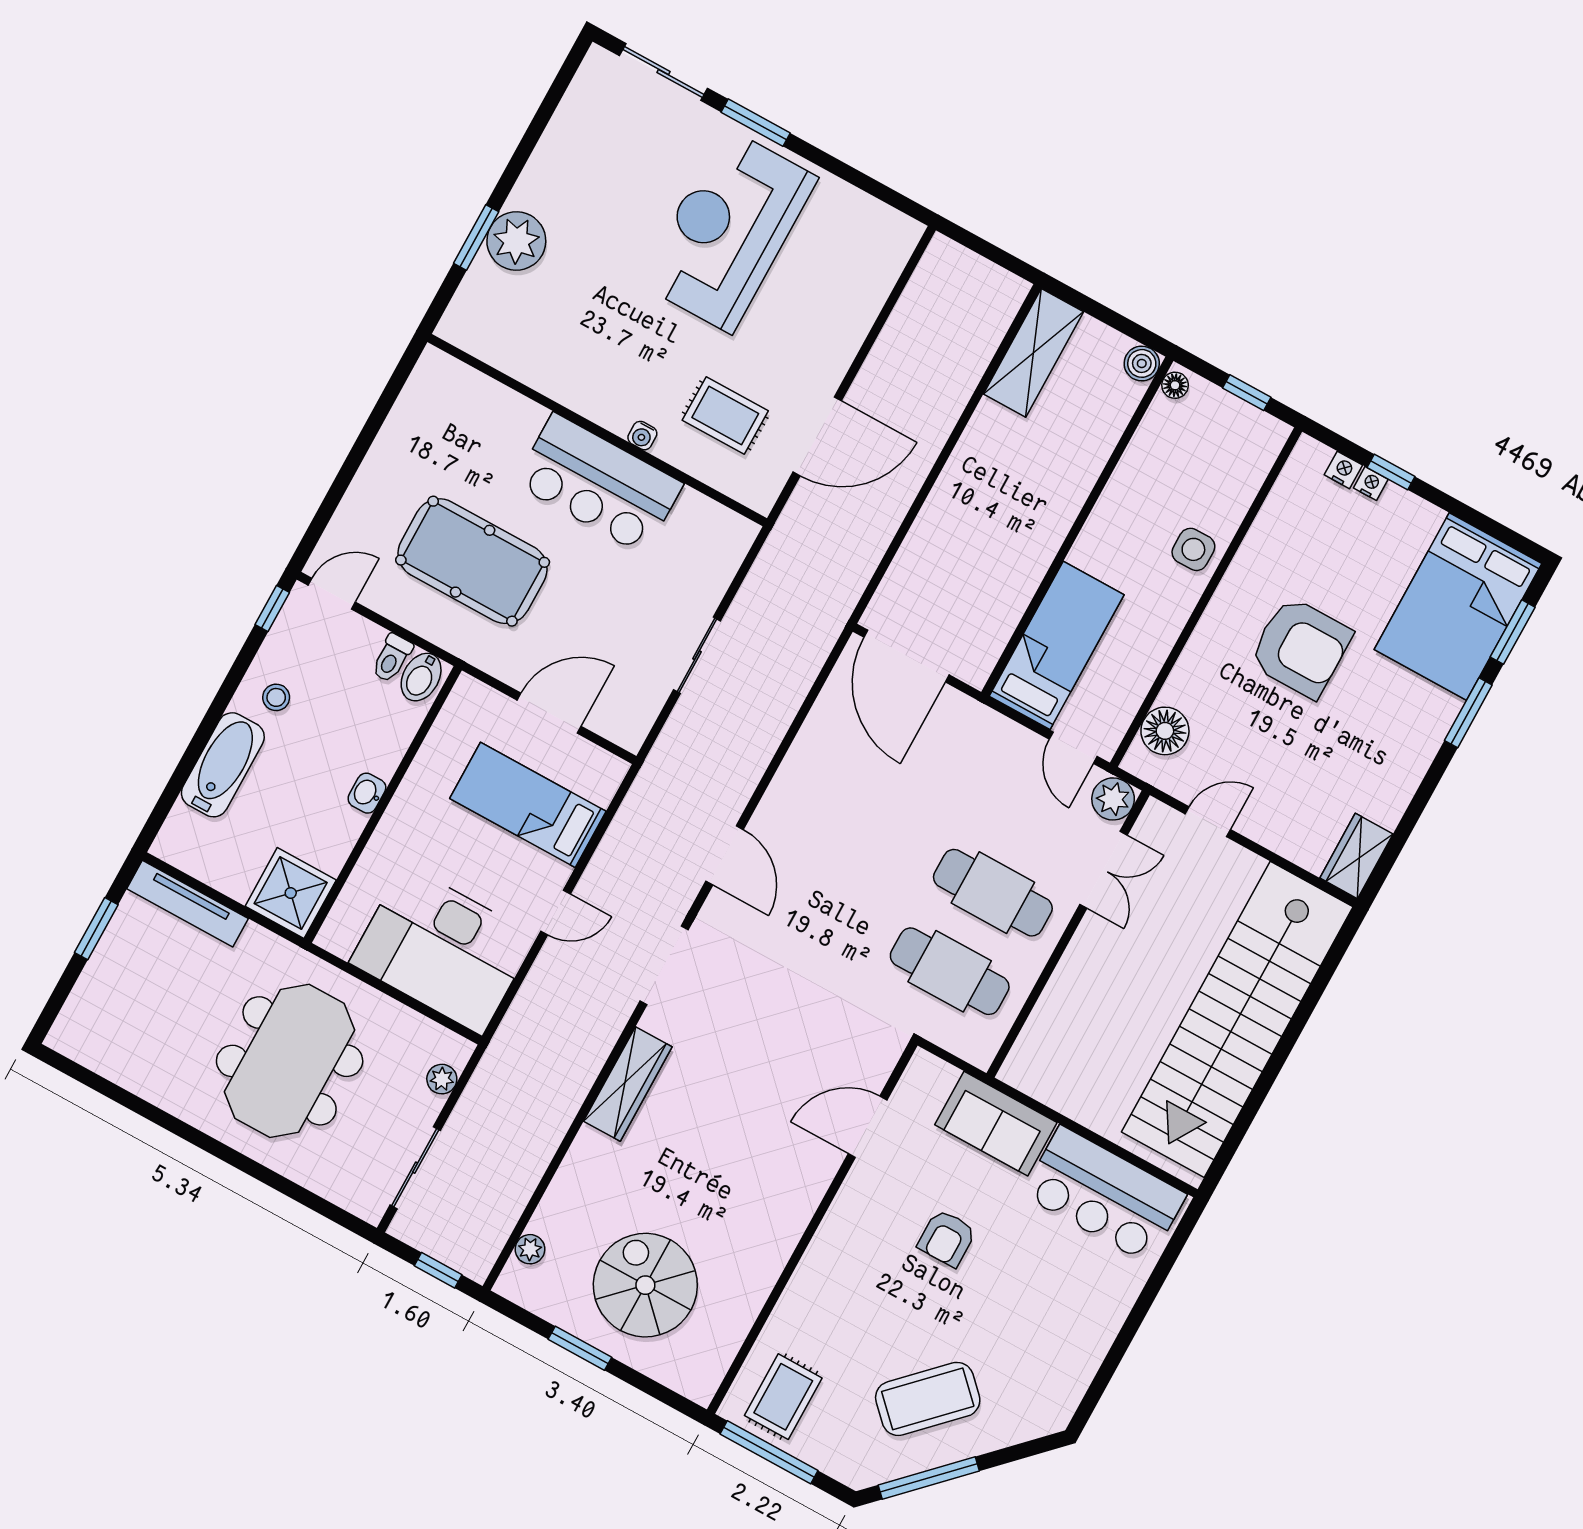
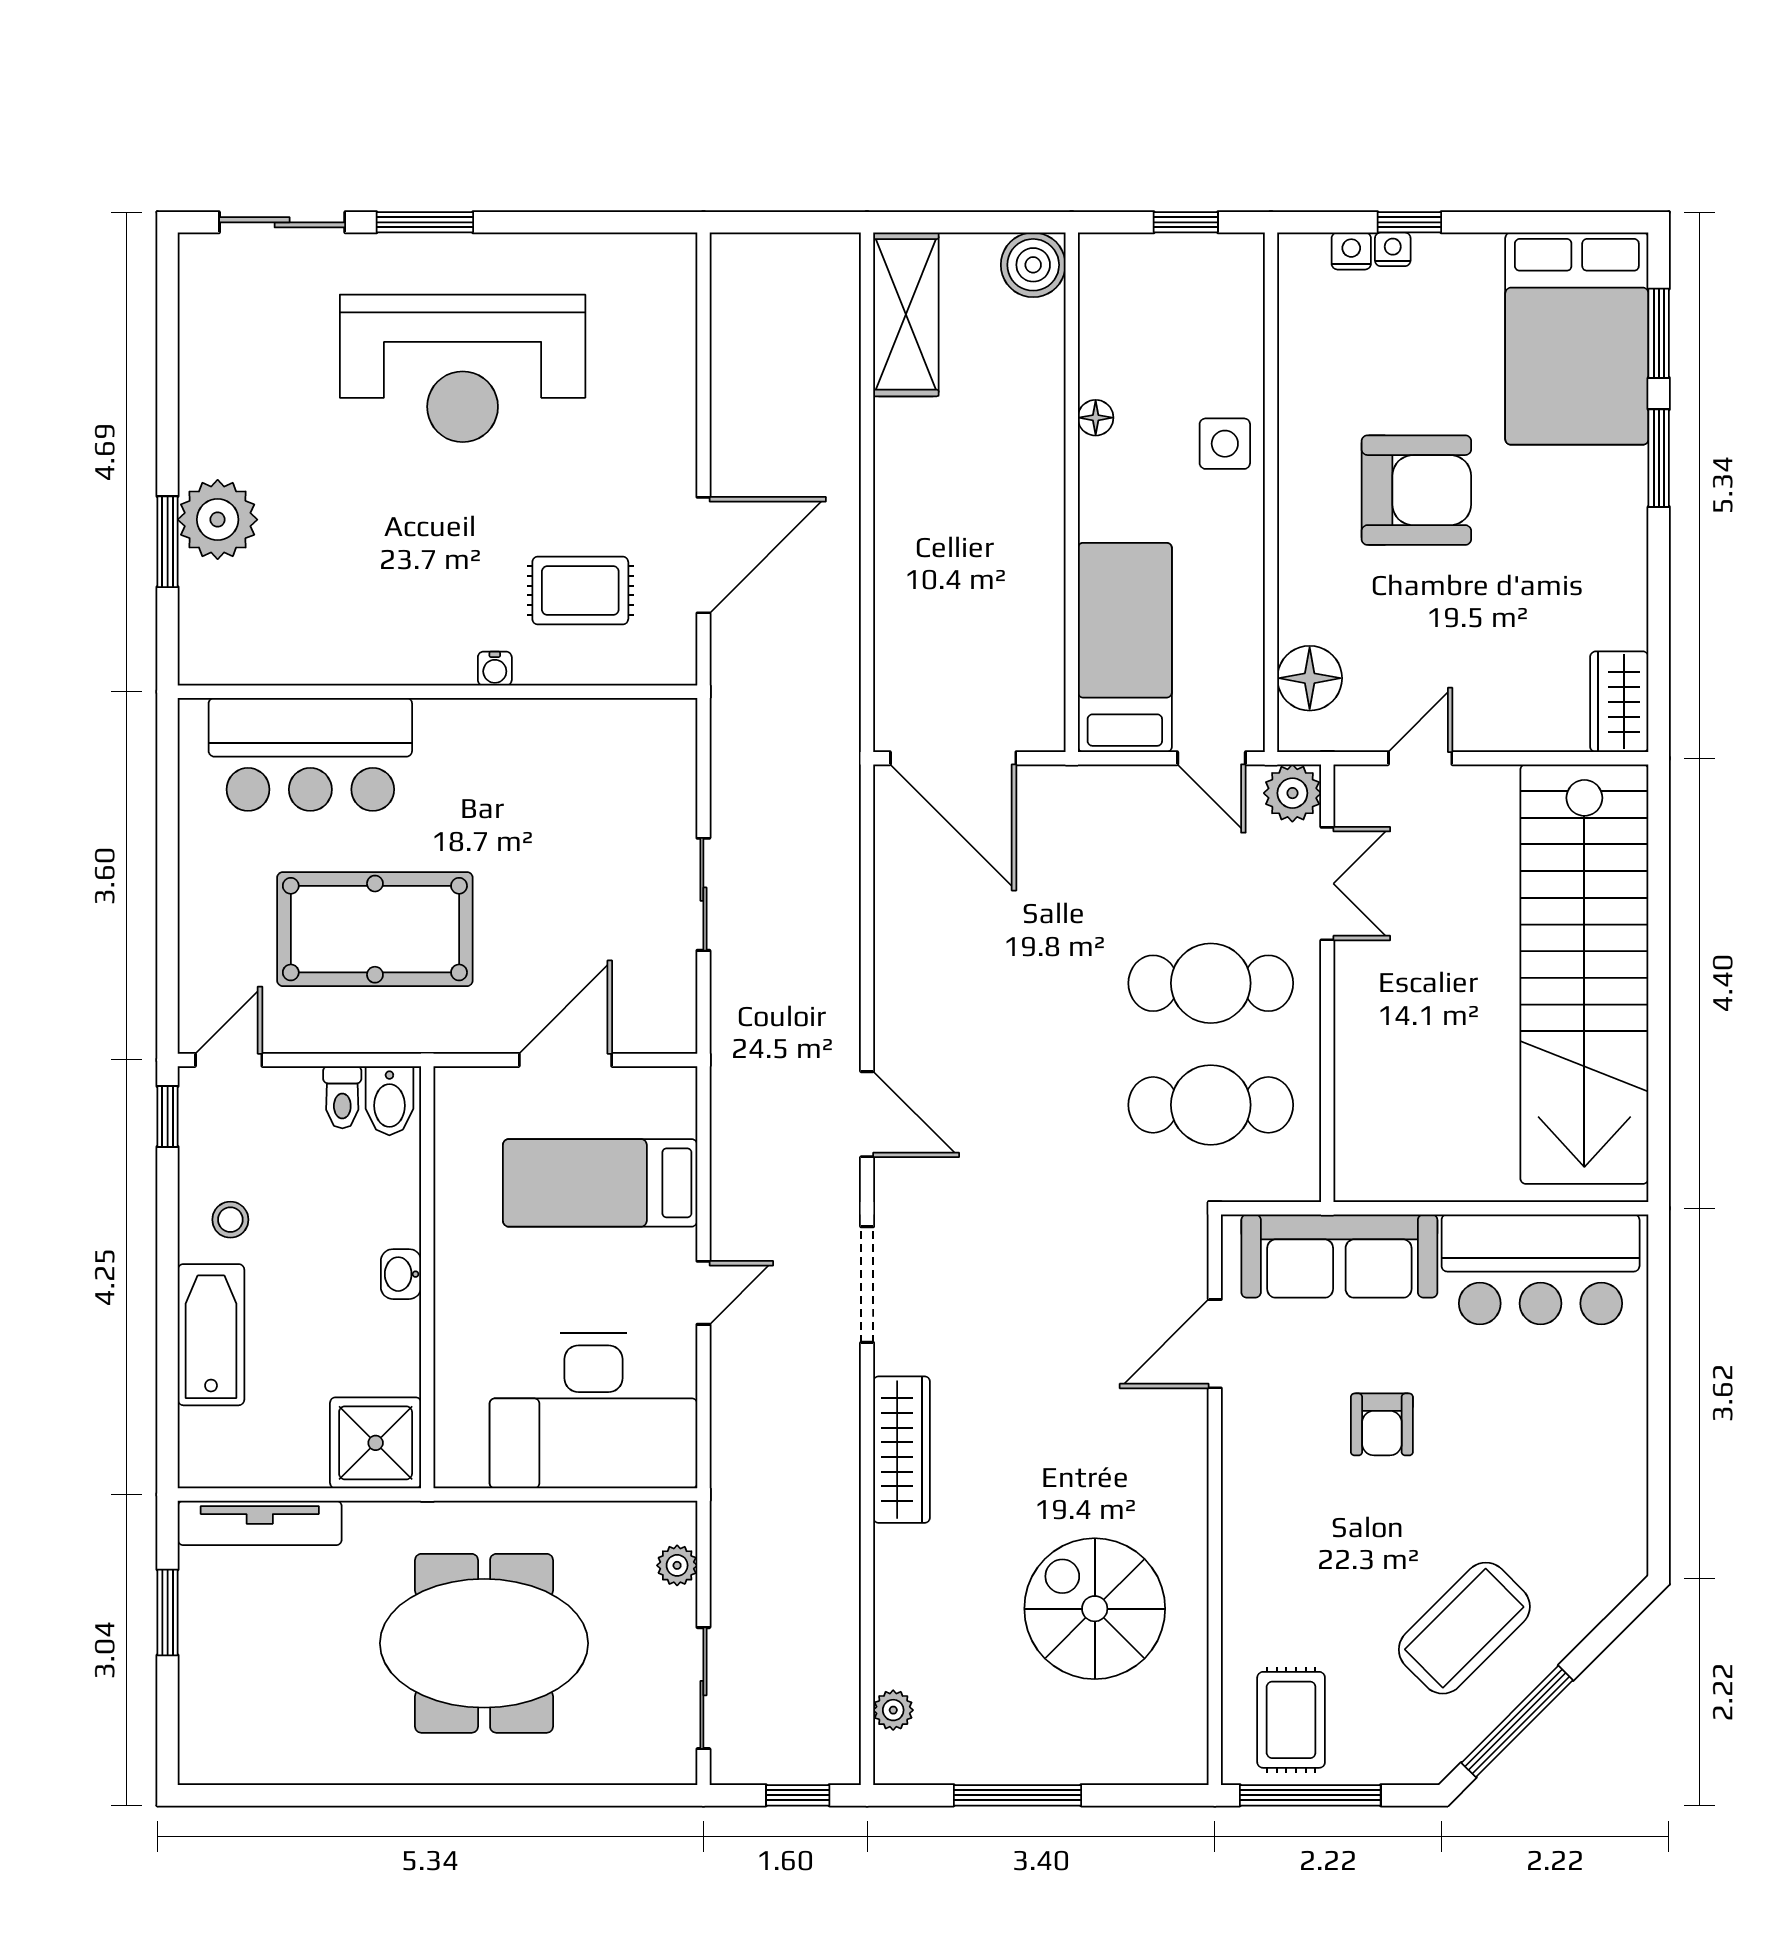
reception desk: (728, 230) -> (463, 368), turned -90
boiler: (1142, 363) -> (1033, 265), width x1.36, depth x1.36
floor lamp: (1175, 385) -> (1096, 418), moved
bar counter: (599, 484) -> (310, 754), moved
meeting table: (290, 1061) -> (484, 1643), turned 90
sofa: (996, 1124) -> (1339, 1256), width x1.36
spiral stairs: (645, 1285) -> (1095, 1609), moved
window: (580, 1348) -> (1017, 1795), width x1.44

